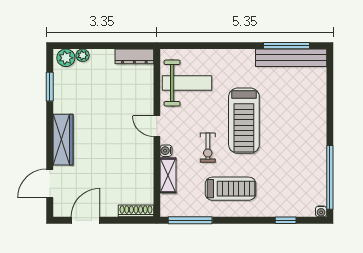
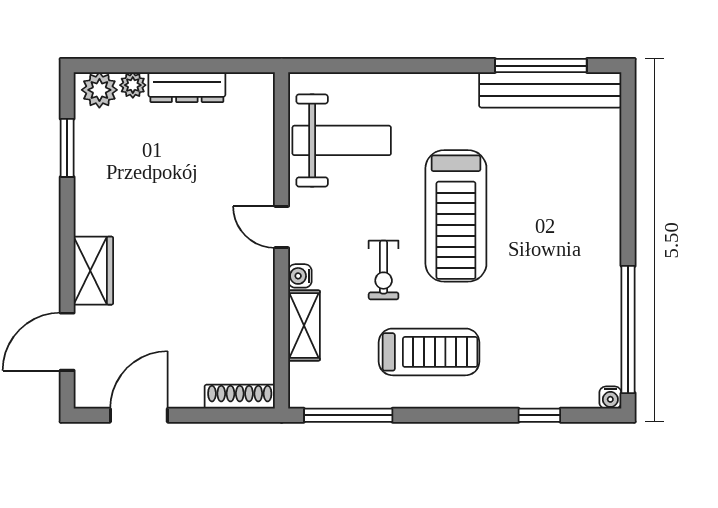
dresser: (134, 56) -> (187, 87), moved
wardrobe: (63, 140) -> (93, 271), width x0.67

